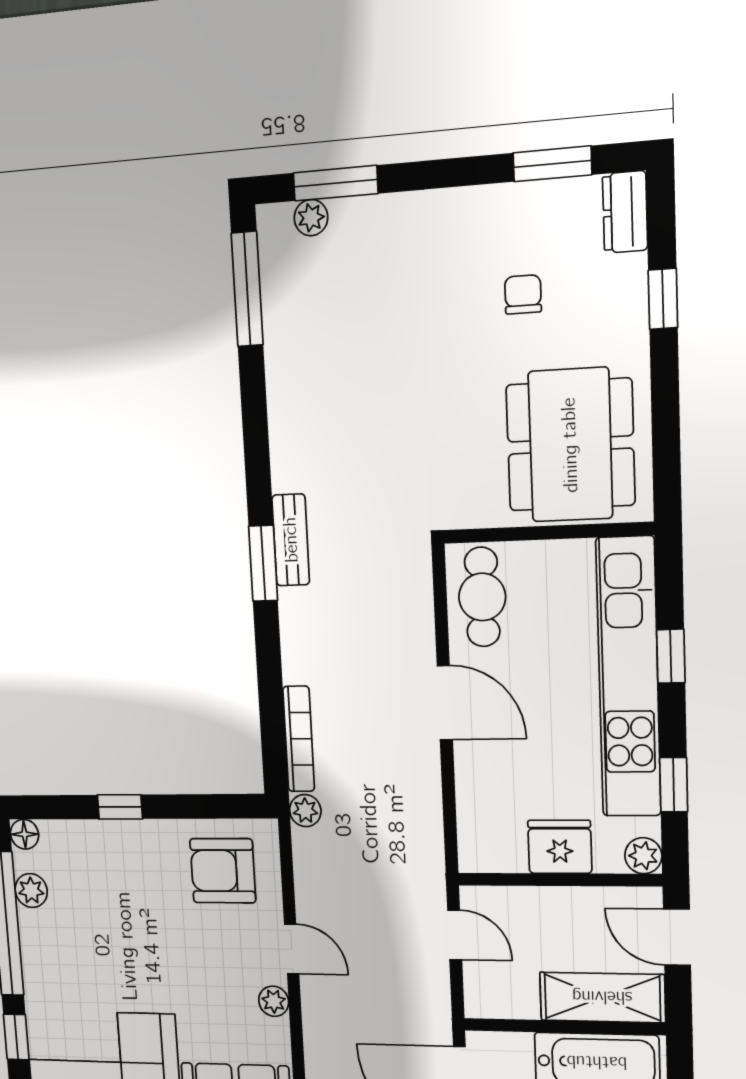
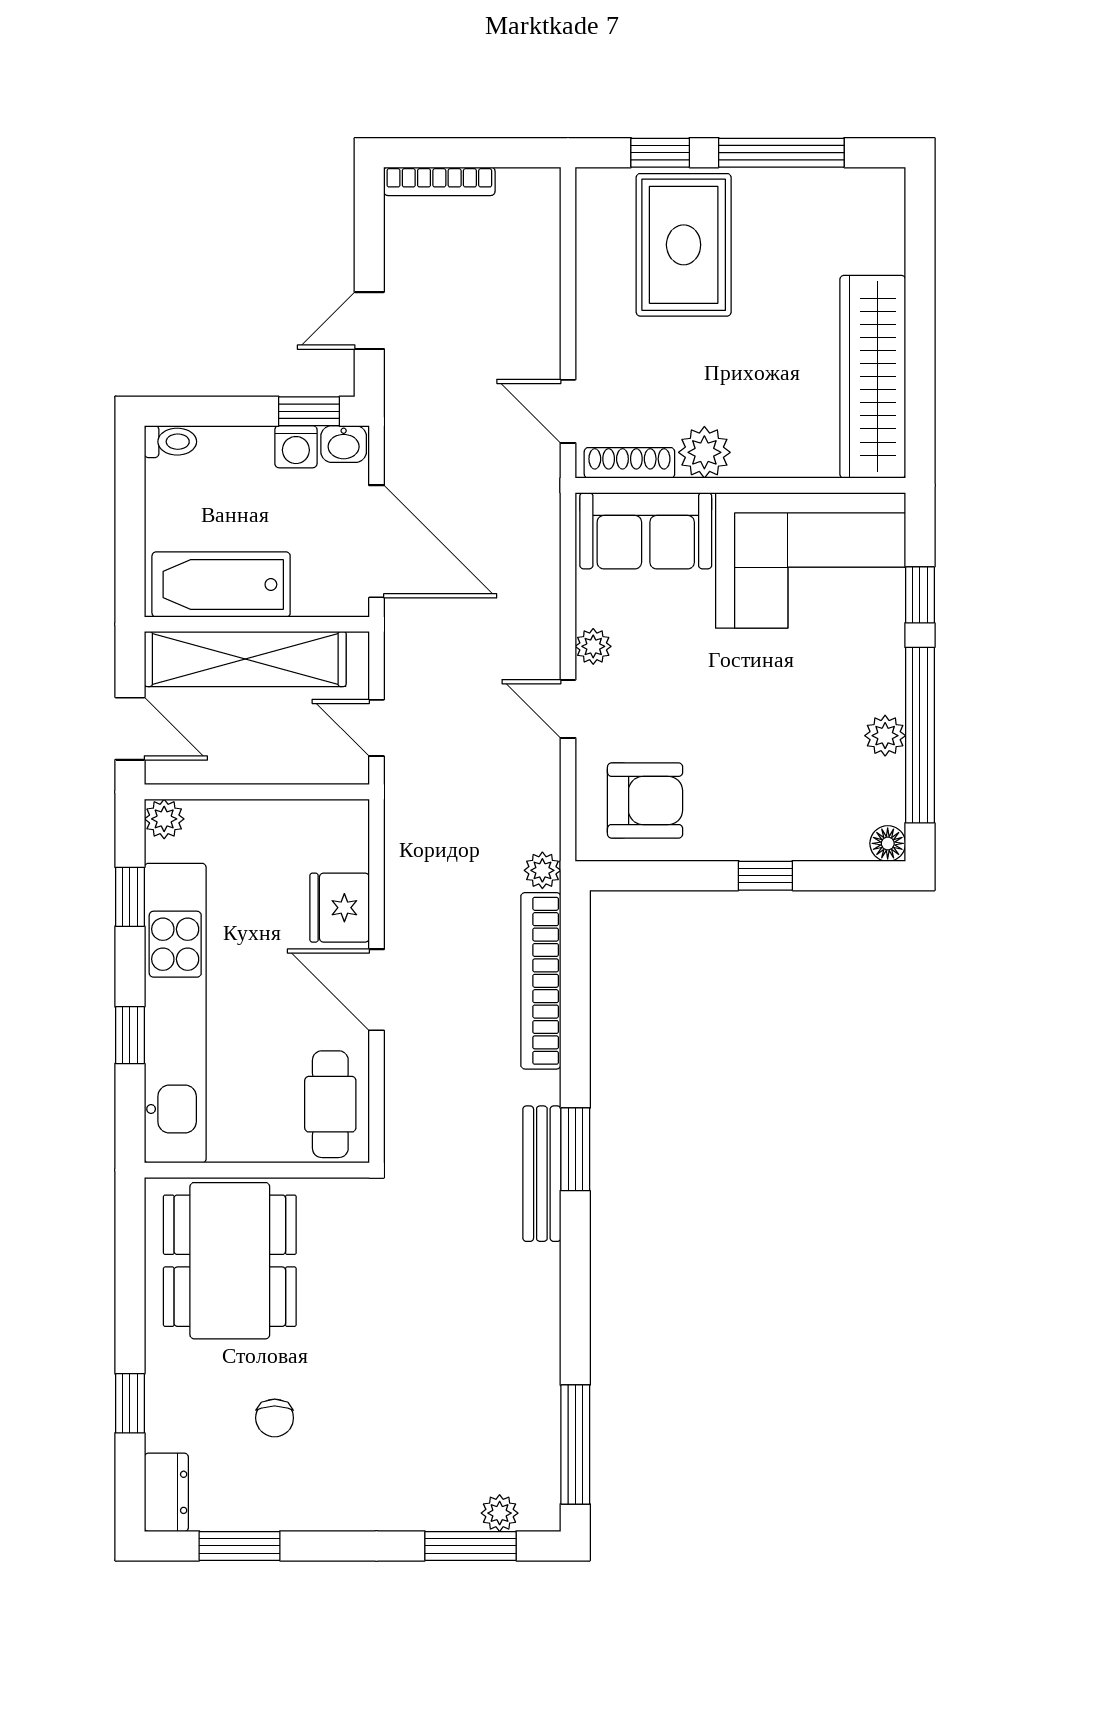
bench: (291, 540) -> (542, 1174), width x1.36
bookcase: (299, 739) -> (541, 981), width x1.48, depth x1.31
fridge: (560, 847) -> (340, 908), moved, turned 90
plant: (31, 891) -> (885, 736), moved
shelving: (602, 997) -> (245, 659), width x1.47

